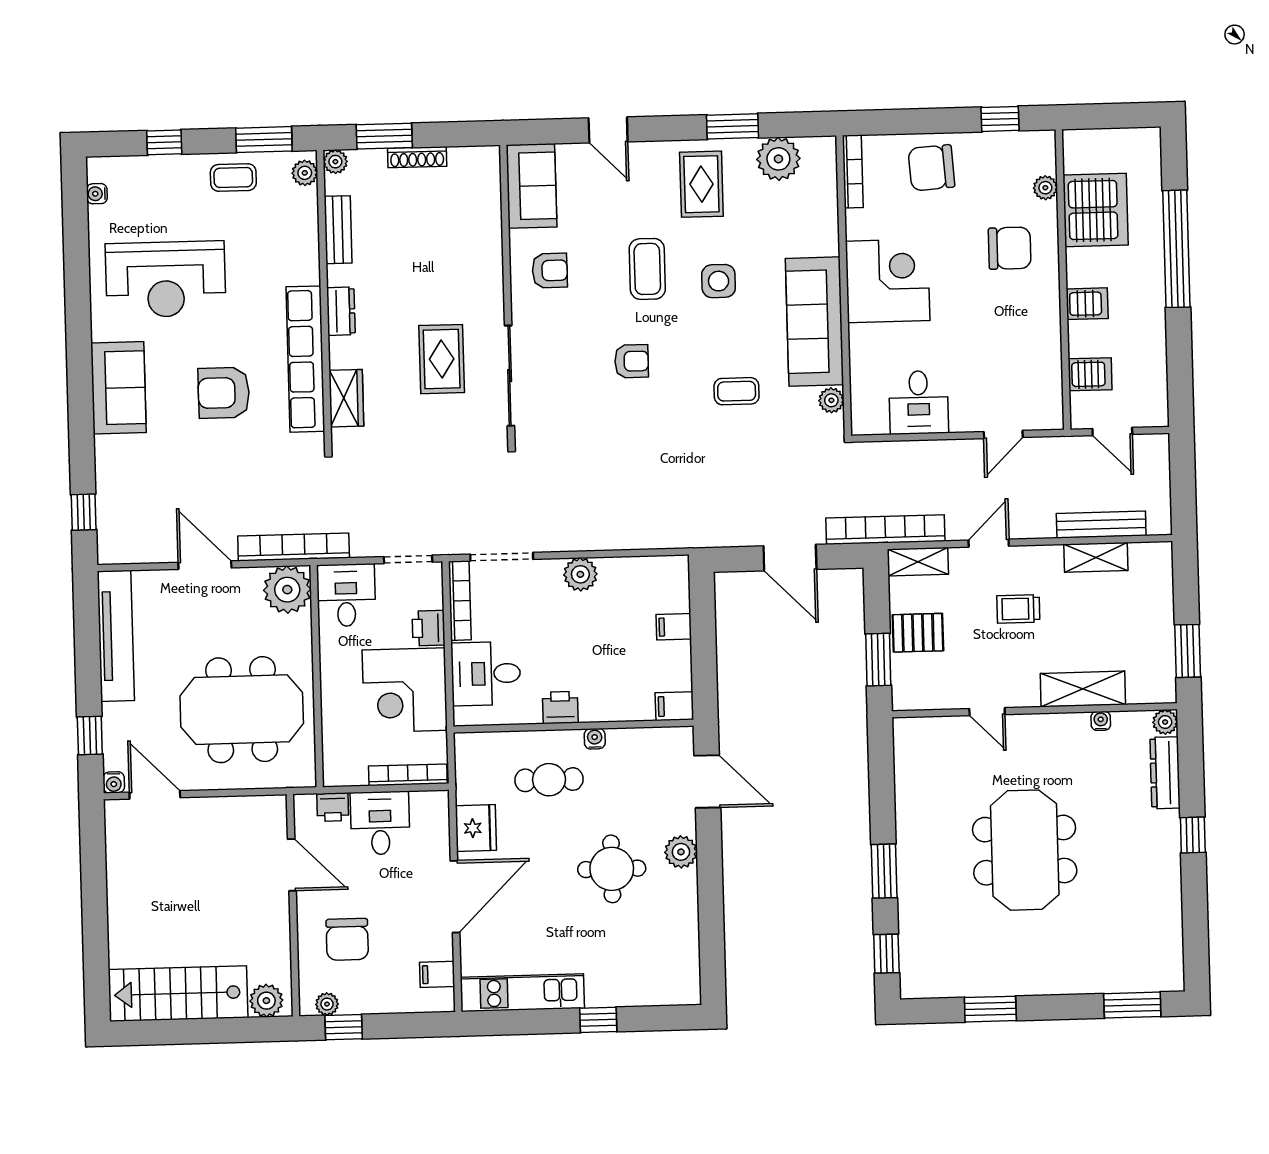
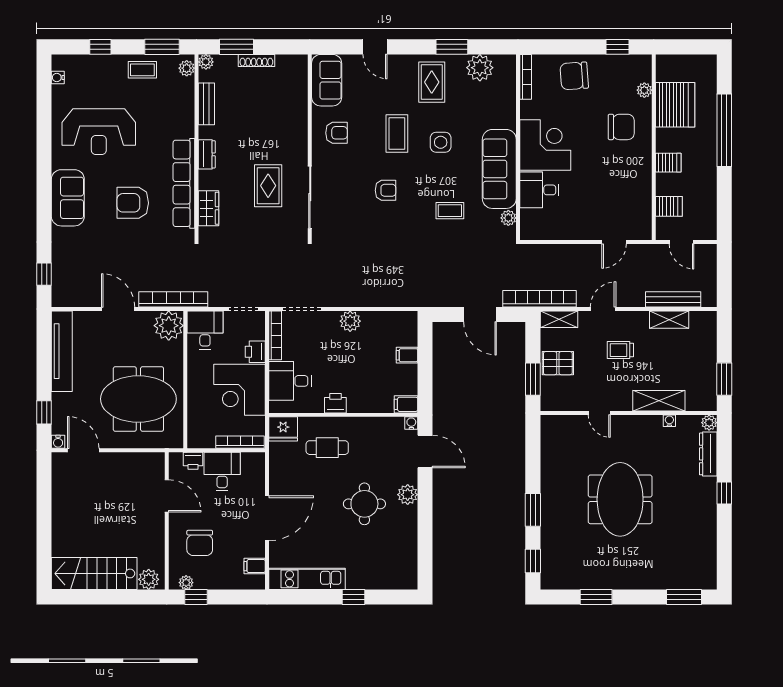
desk: (919, 402) -> (539, 190), moved, turned 90
water cooler: (595, 739) -> (411, 423), moved
fridge: (476, 828) -> (283, 429), moved, turned 90

